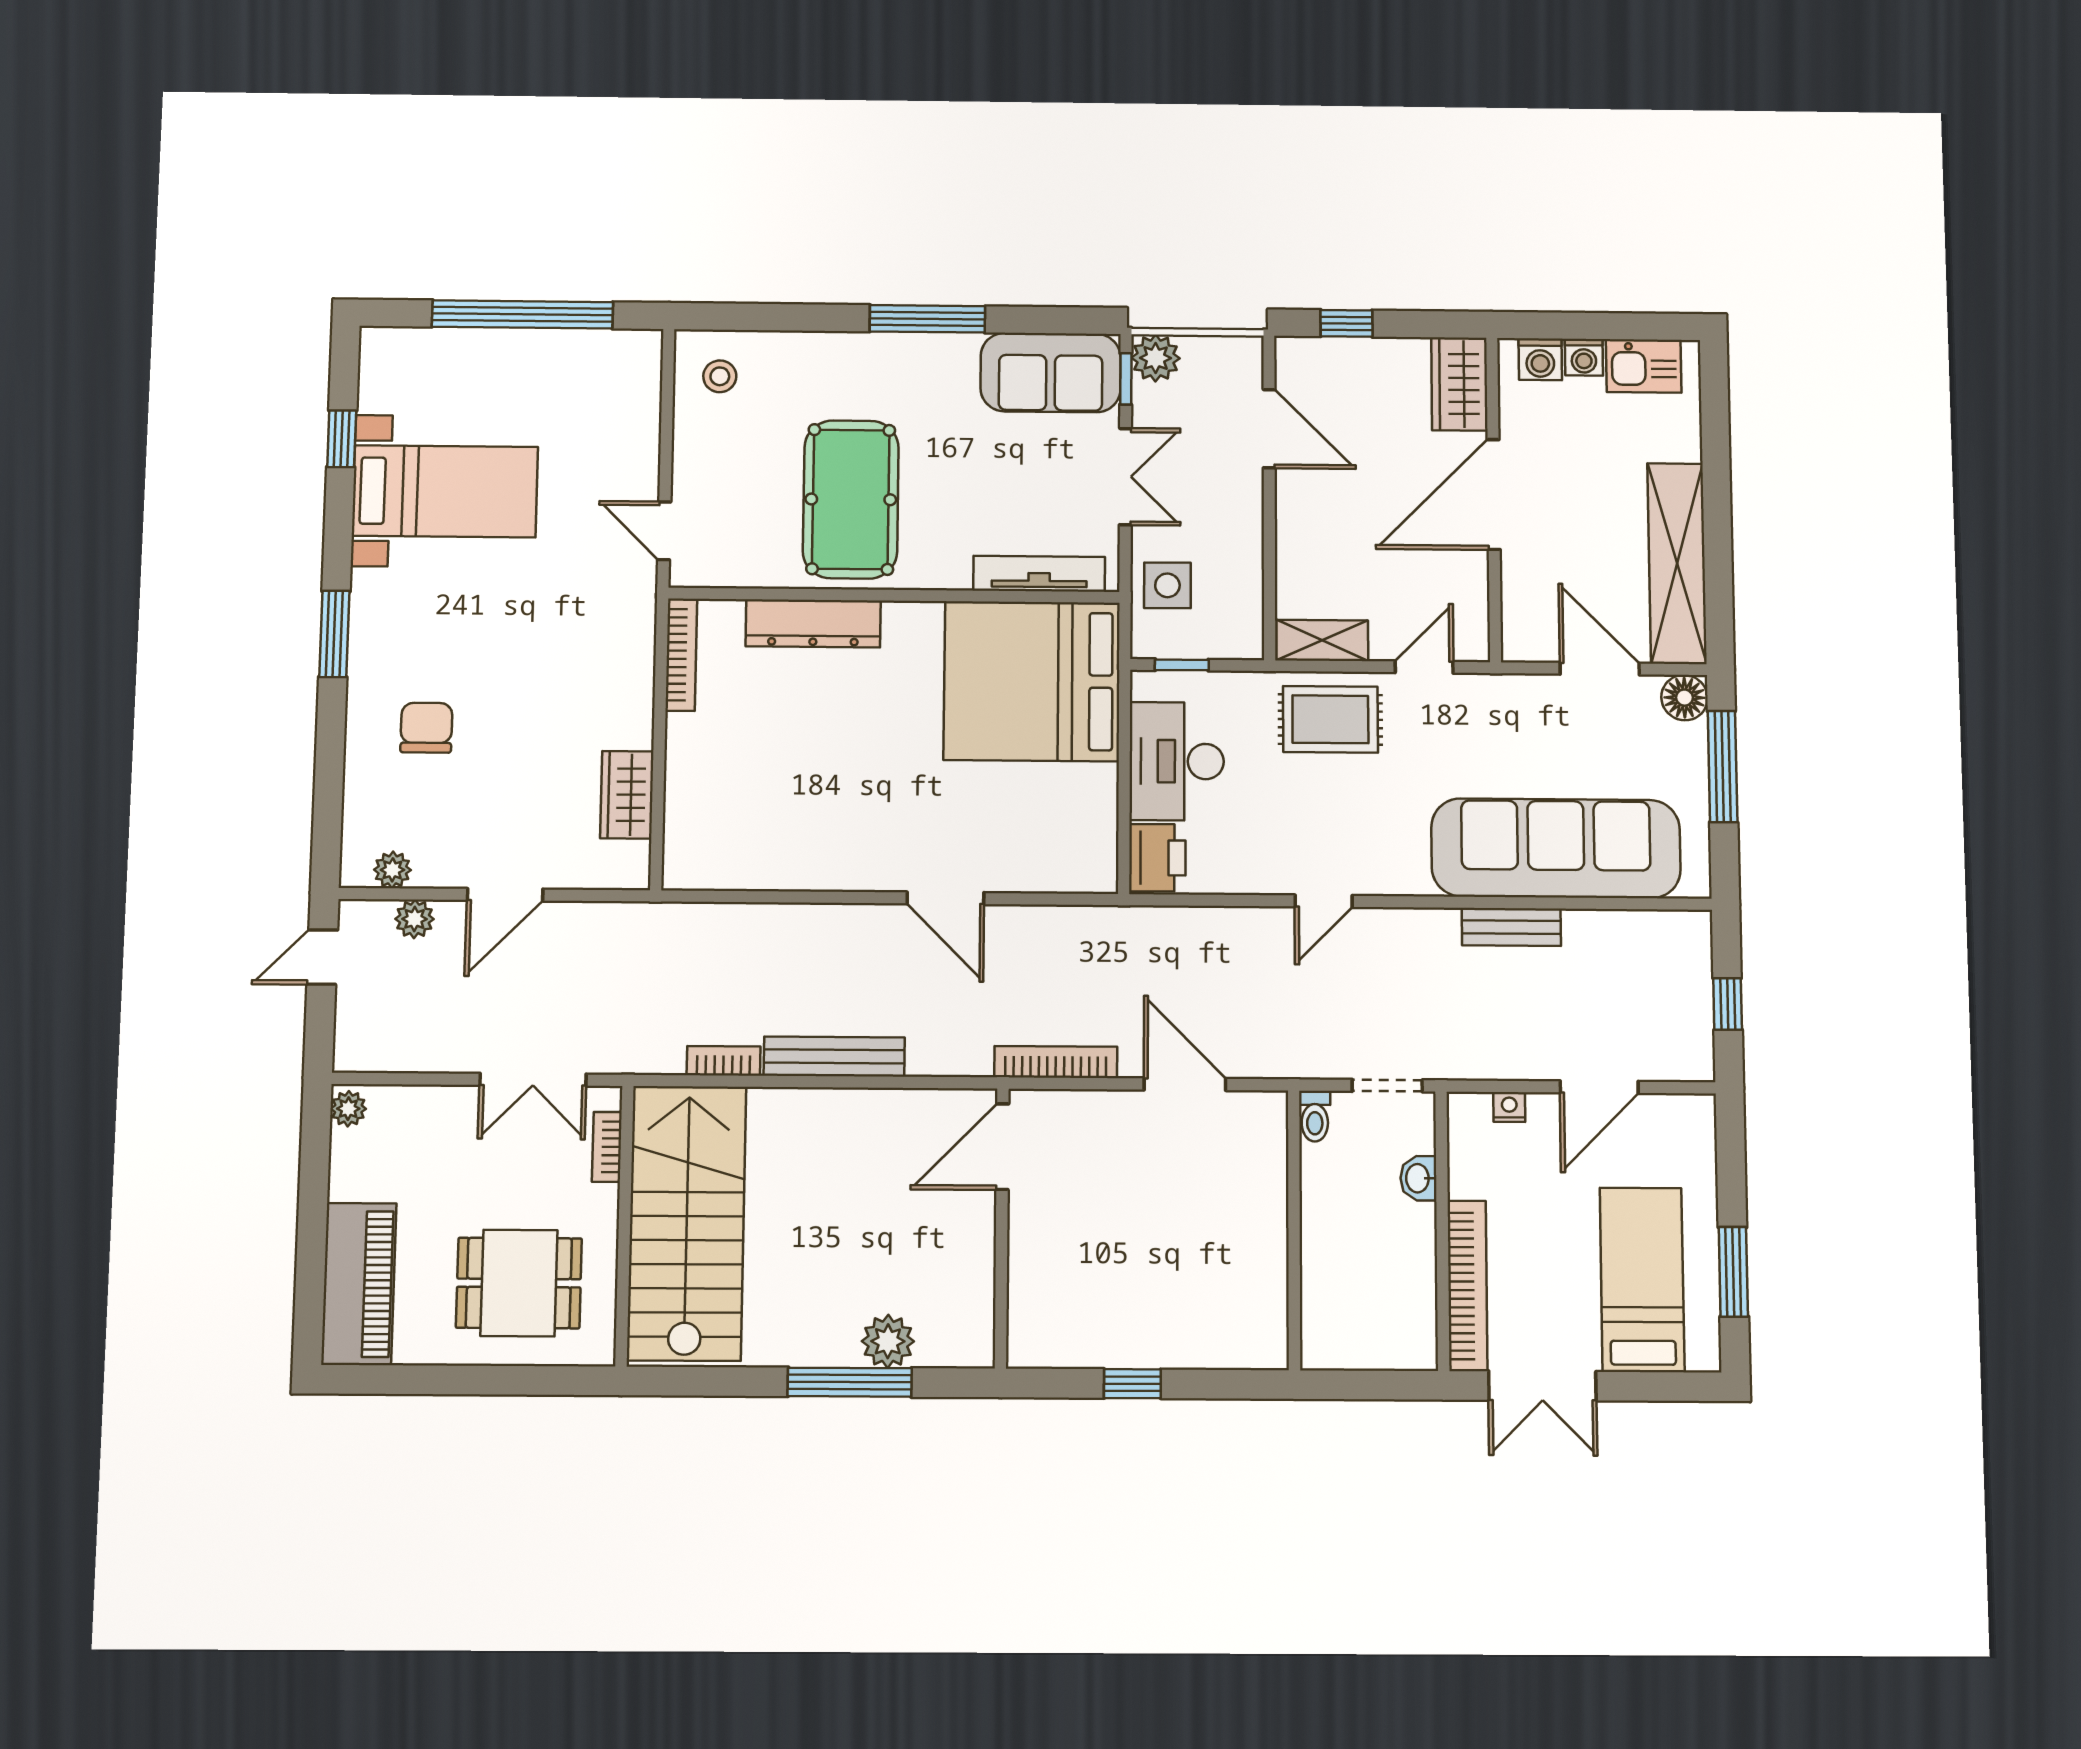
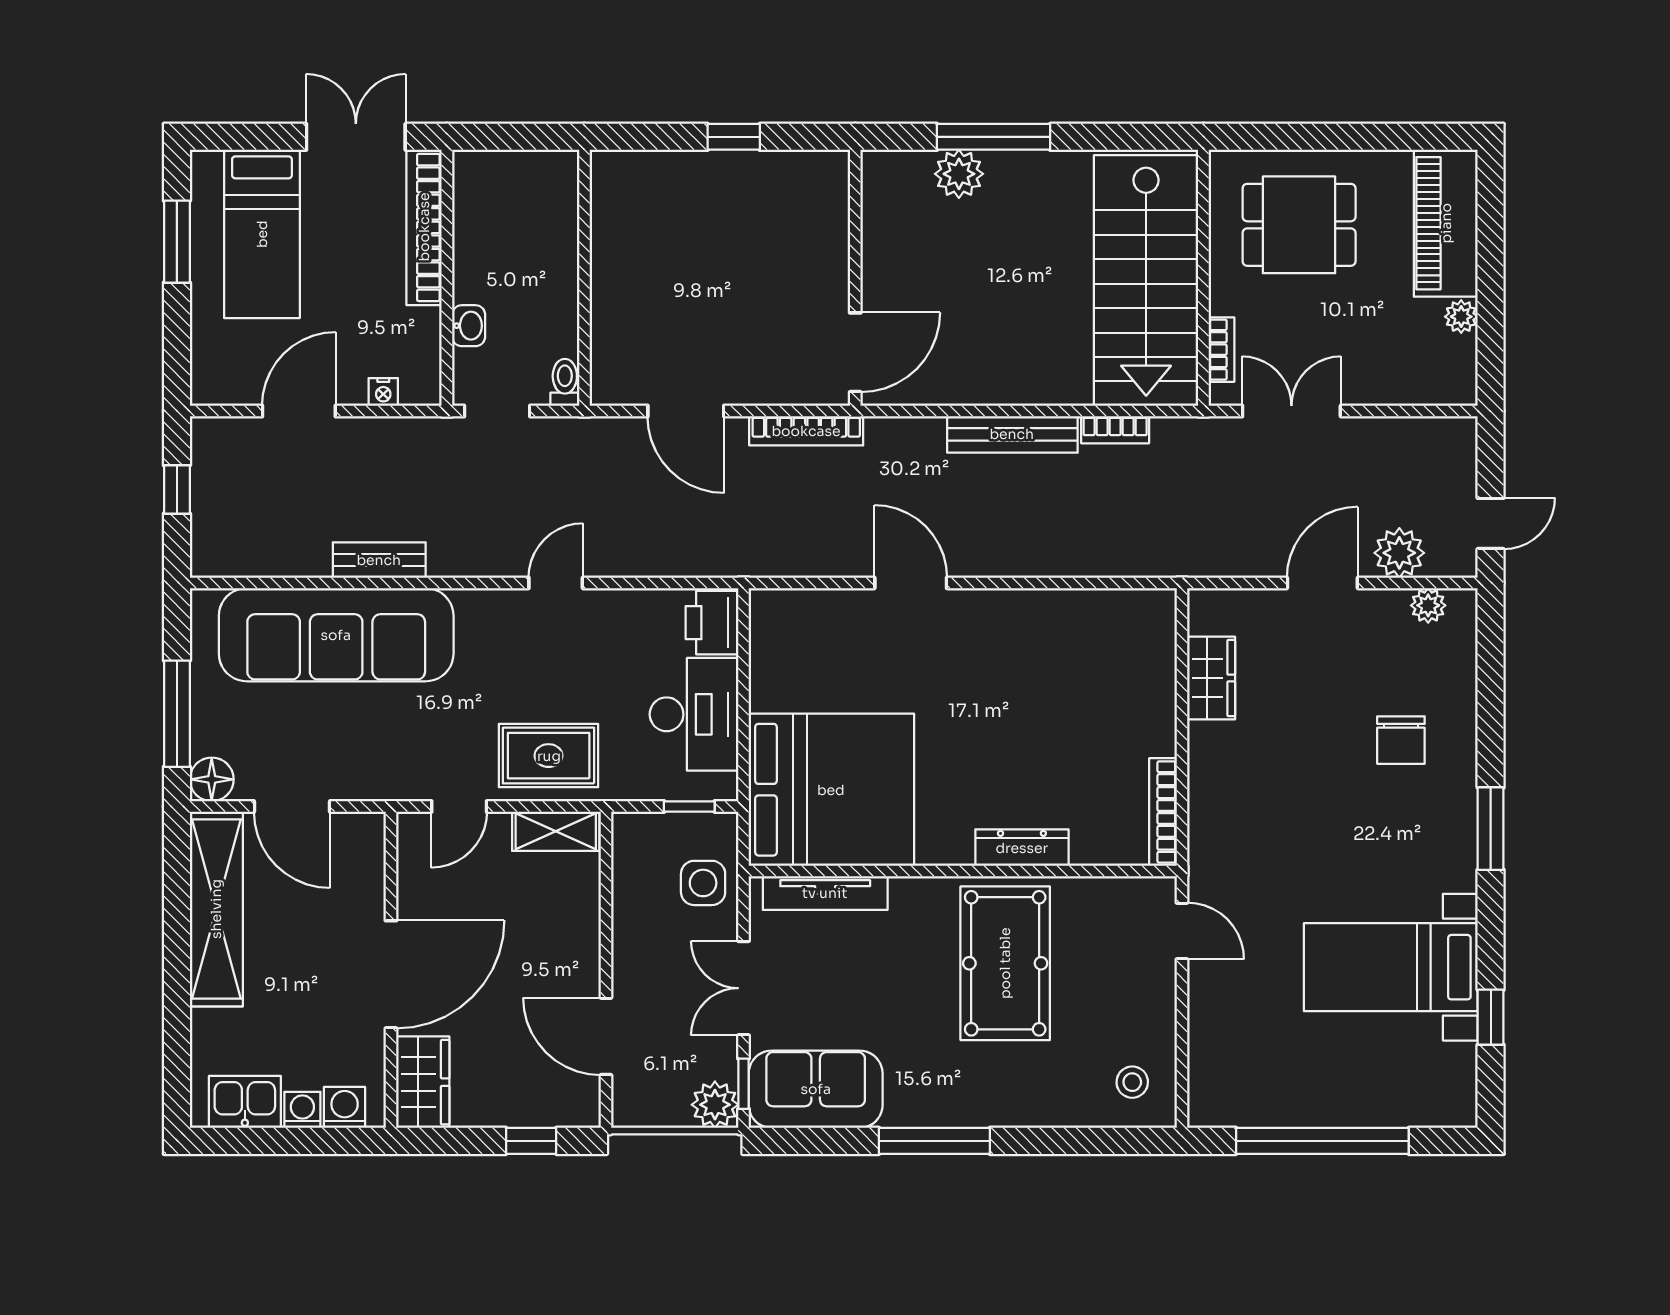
dresser: (813, 623) -> (1022, 848), width x0.73, depth x0.80
plant: (414, 919) -> (1399, 553), width x1.38, depth x1.38
plant: (348, 1109) -> (1461, 317), moved

